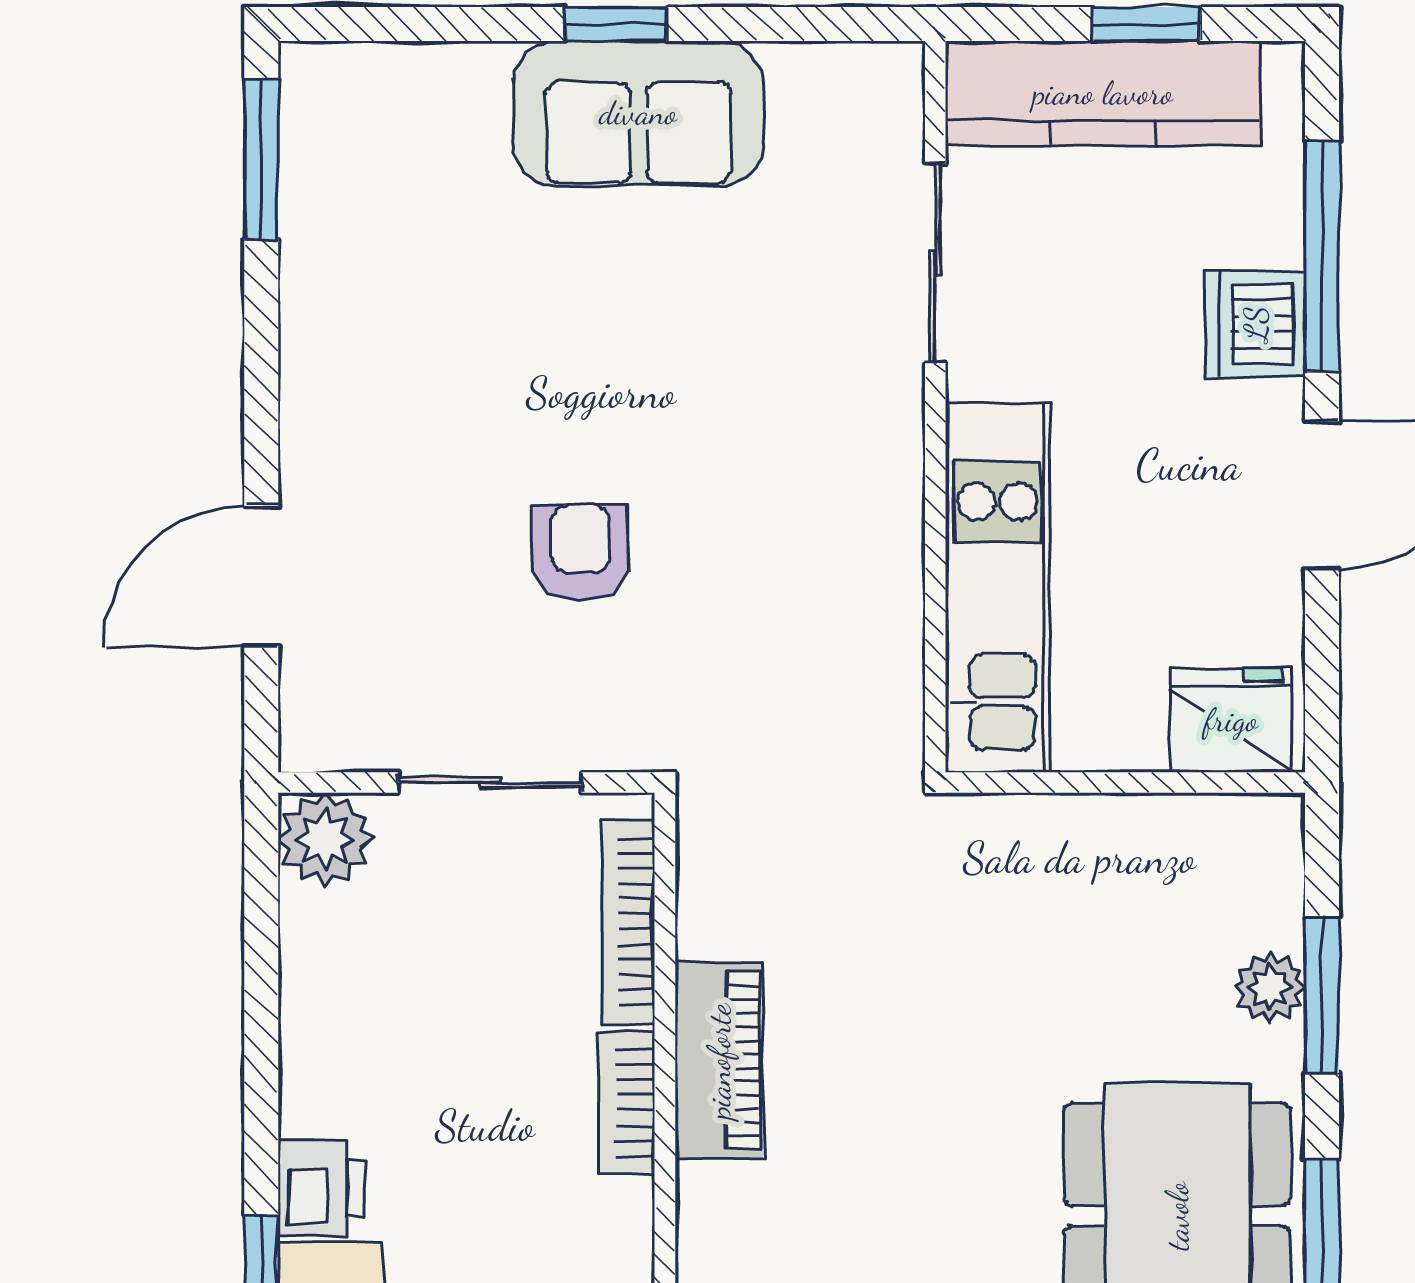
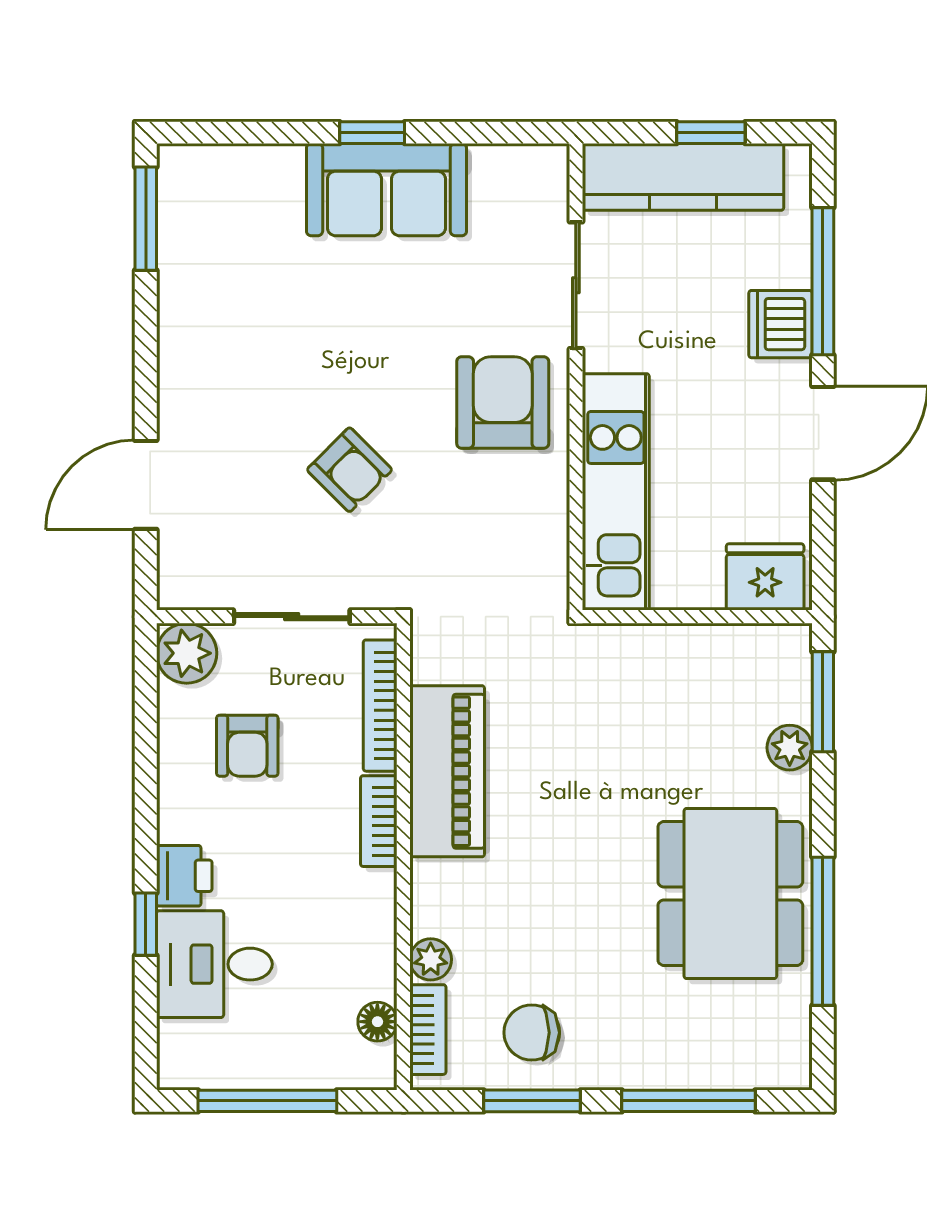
armchair: (820, 447) -> (503, 402), added
armchair: (580, 552) -> (350, 470), turned 135
armchair: (420, 985) -> (247, 746), added
window: (1322, 995) -> (823, 702), moved
piano: (719, 1061) -> (447, 771), width x1.37, depth x1.33

